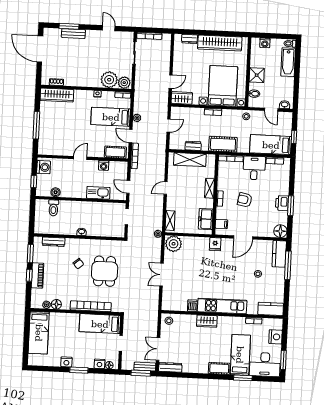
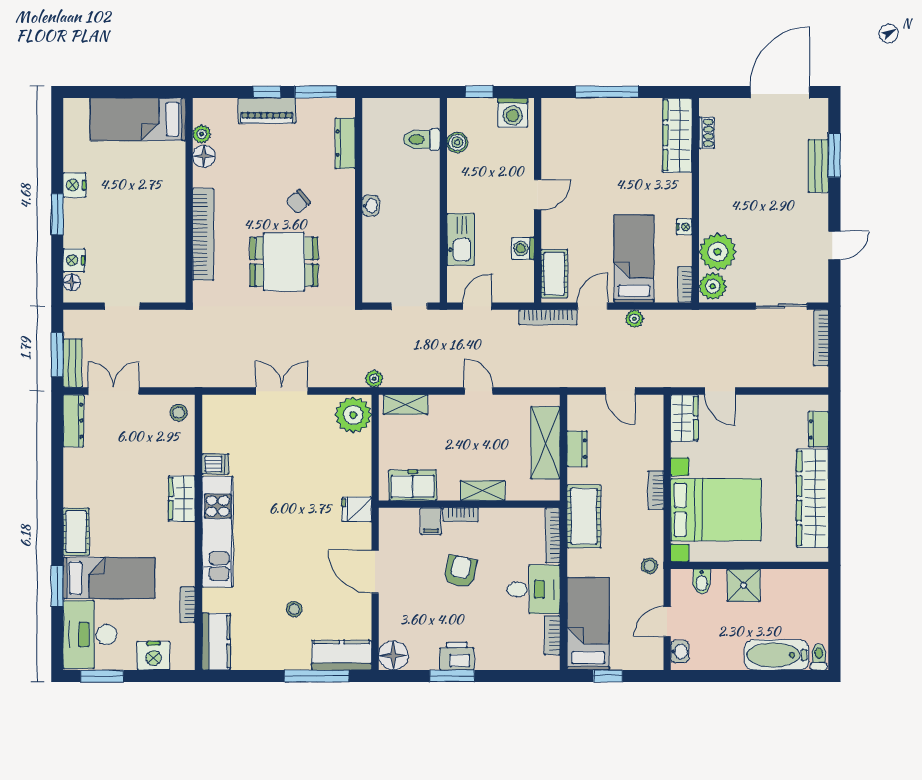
washing machine: (265, 43) -> (818, 600), removed
door: (80, 158) -> (538, 195), hinge flipped
filing cabinet: (221, 224) -> (431, 521), moved
bed: (100, 324) -> (165, 257), removed

